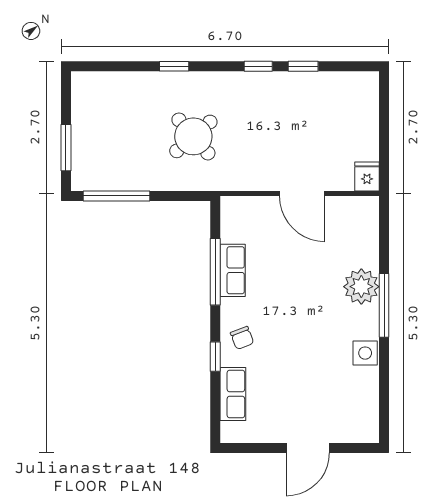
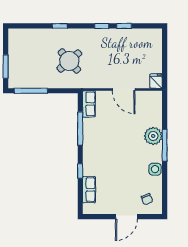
row of seats: (233, 270) -> (89, 104), moved
chair: (242, 338) -> (147, 199), moved

